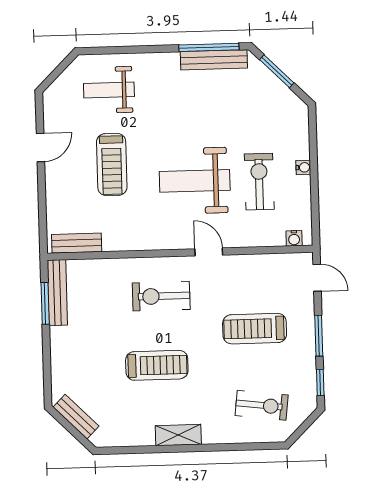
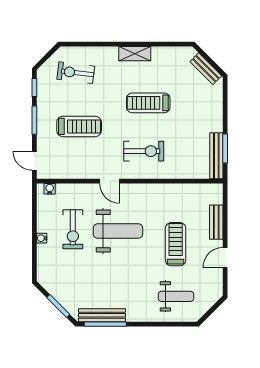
bench: (77, 243) -> (216, 222), moved, turned 90

